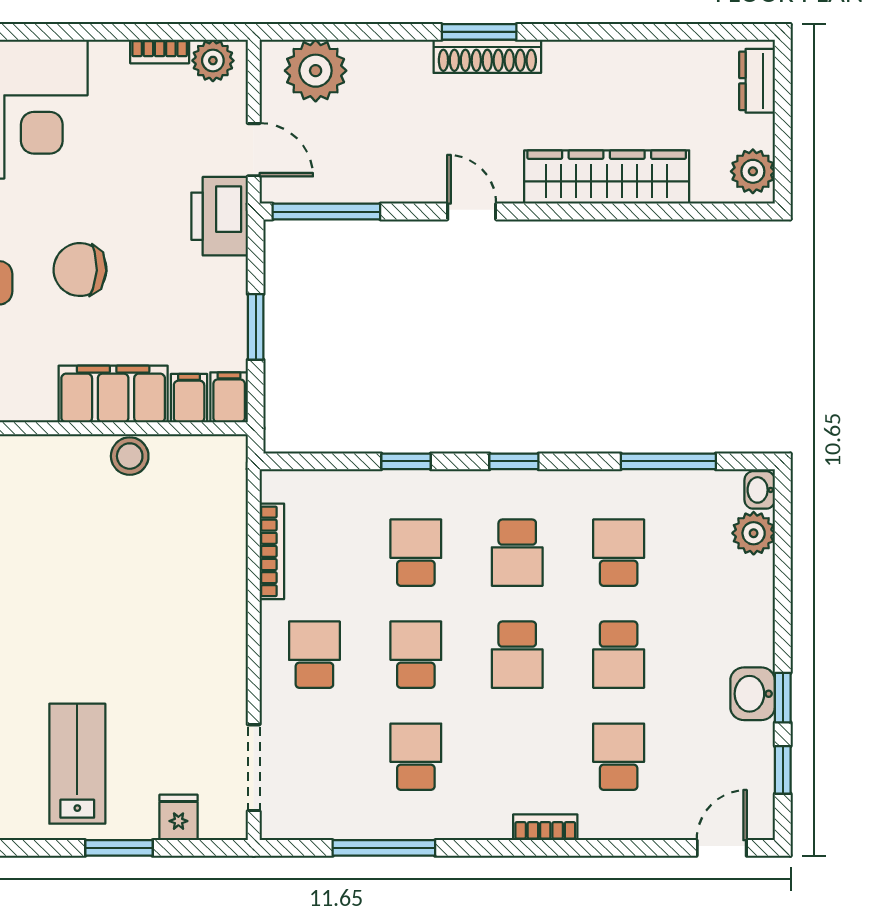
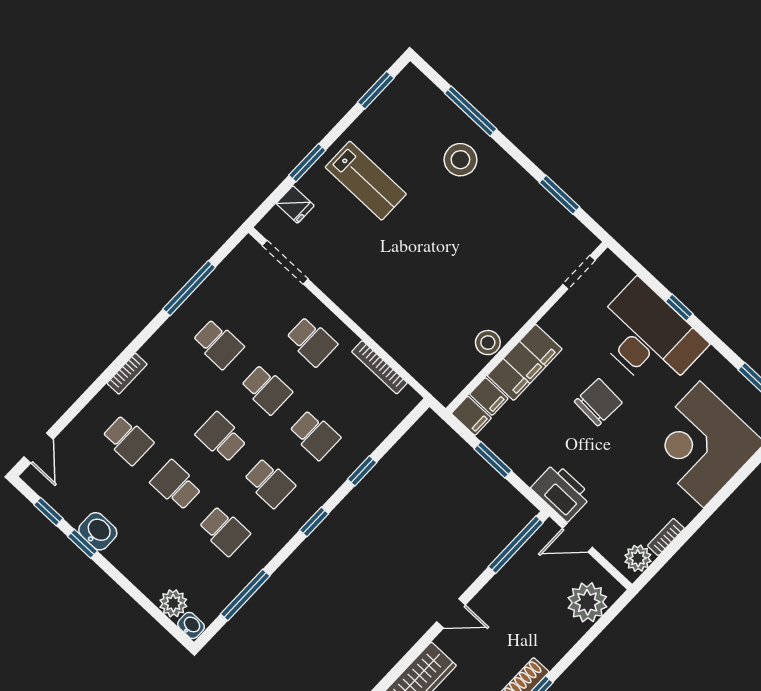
school desk: (517, 553) -> (269, 483), turned 180

